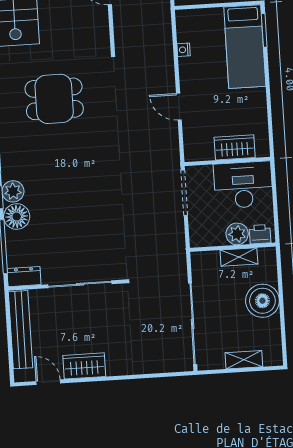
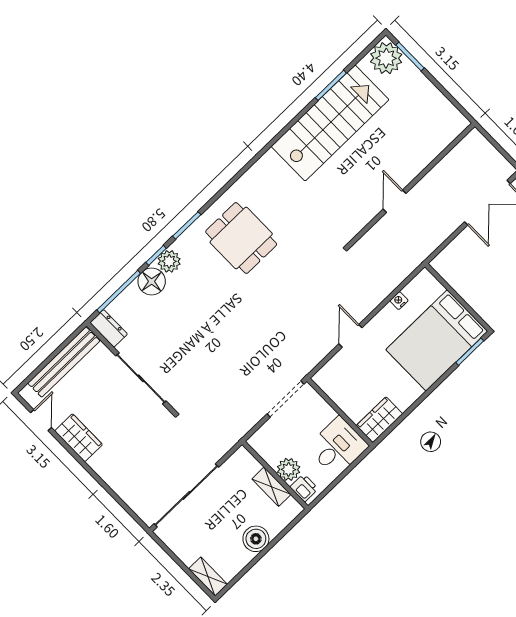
bed: (245, 47) -> (437, 340), width x1.50
dining table: (54, 99) -> (241, 238), moved
wardrobe: (235, 147) -> (379, 420), moved, turned -90
desk: (243, 185) -> (338, 447), width x0.73
boiler: (262, 301) -> (256, 539), width x0.73, depth x0.73
shelving: (244, 360) -> (208, 577), moved

